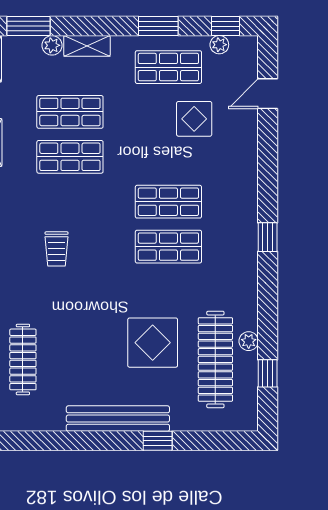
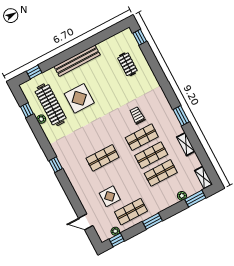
window: (158, 26) -> (152, 221), moved
shelving: (87, 46) -> (168, 203), removed
door: (268, 94) -> (86, 222), swing flipped
shop shelf: (168, 247) -> (142, 137), moved
clothes rail: (23, 359) -> (127, 64), width x0.73
window: (158, 441) -> (34, 72), moved

